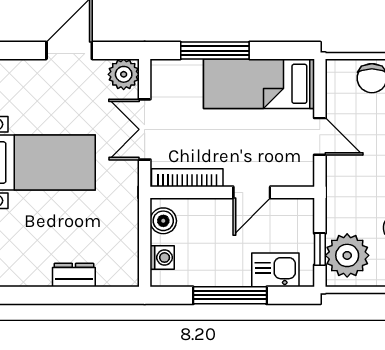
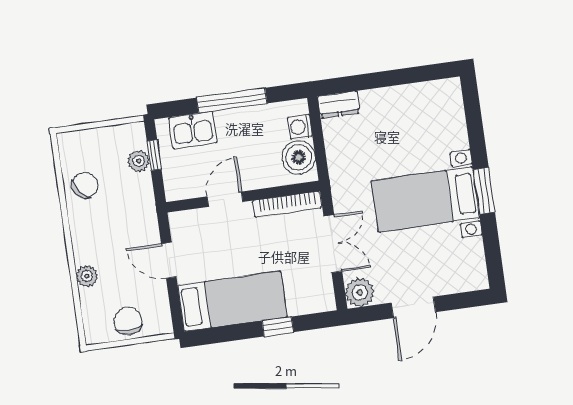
window: (215, 51) -> (278, 326), width x0.46
boiler: (163, 221) -> (299, 157), width x1.36, depth x1.36
plant: (347, 255) -> (139, 161), width x0.53, depth x0.53
dresser: (74, 275) -> (339, 105), moved

